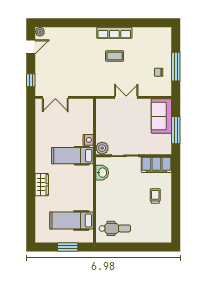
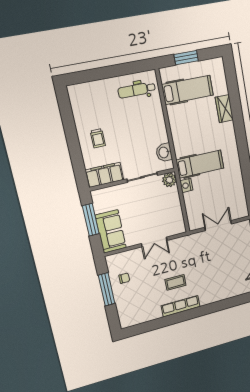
double door: (55, 97) -> (218, 226), moved
wardrobe: (42, 185) -> (224, 109), moved

